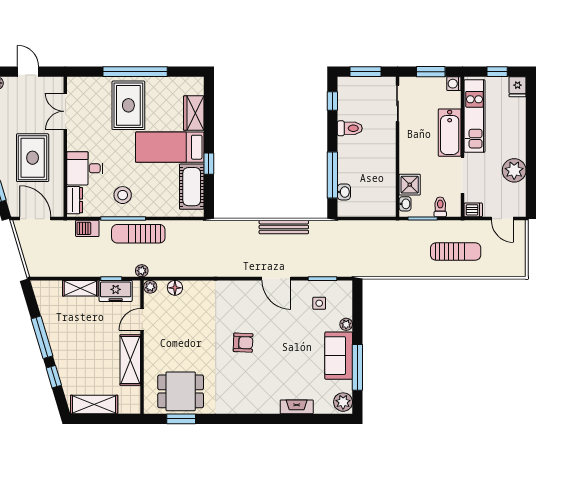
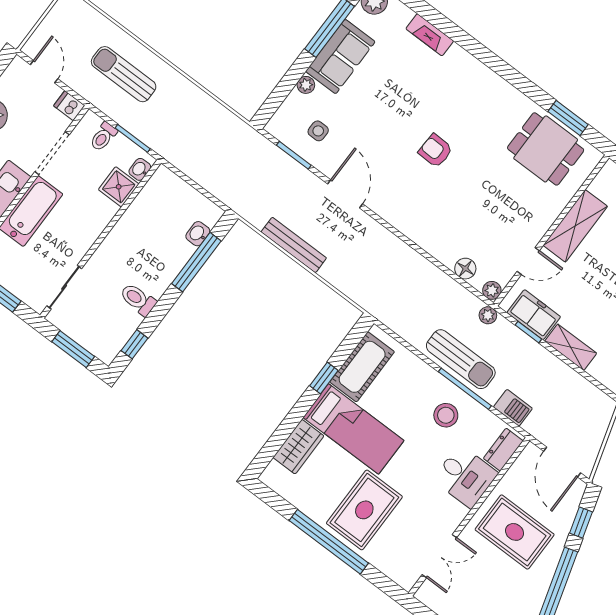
rug: (33, 158) -> (515, 532), turned 90

